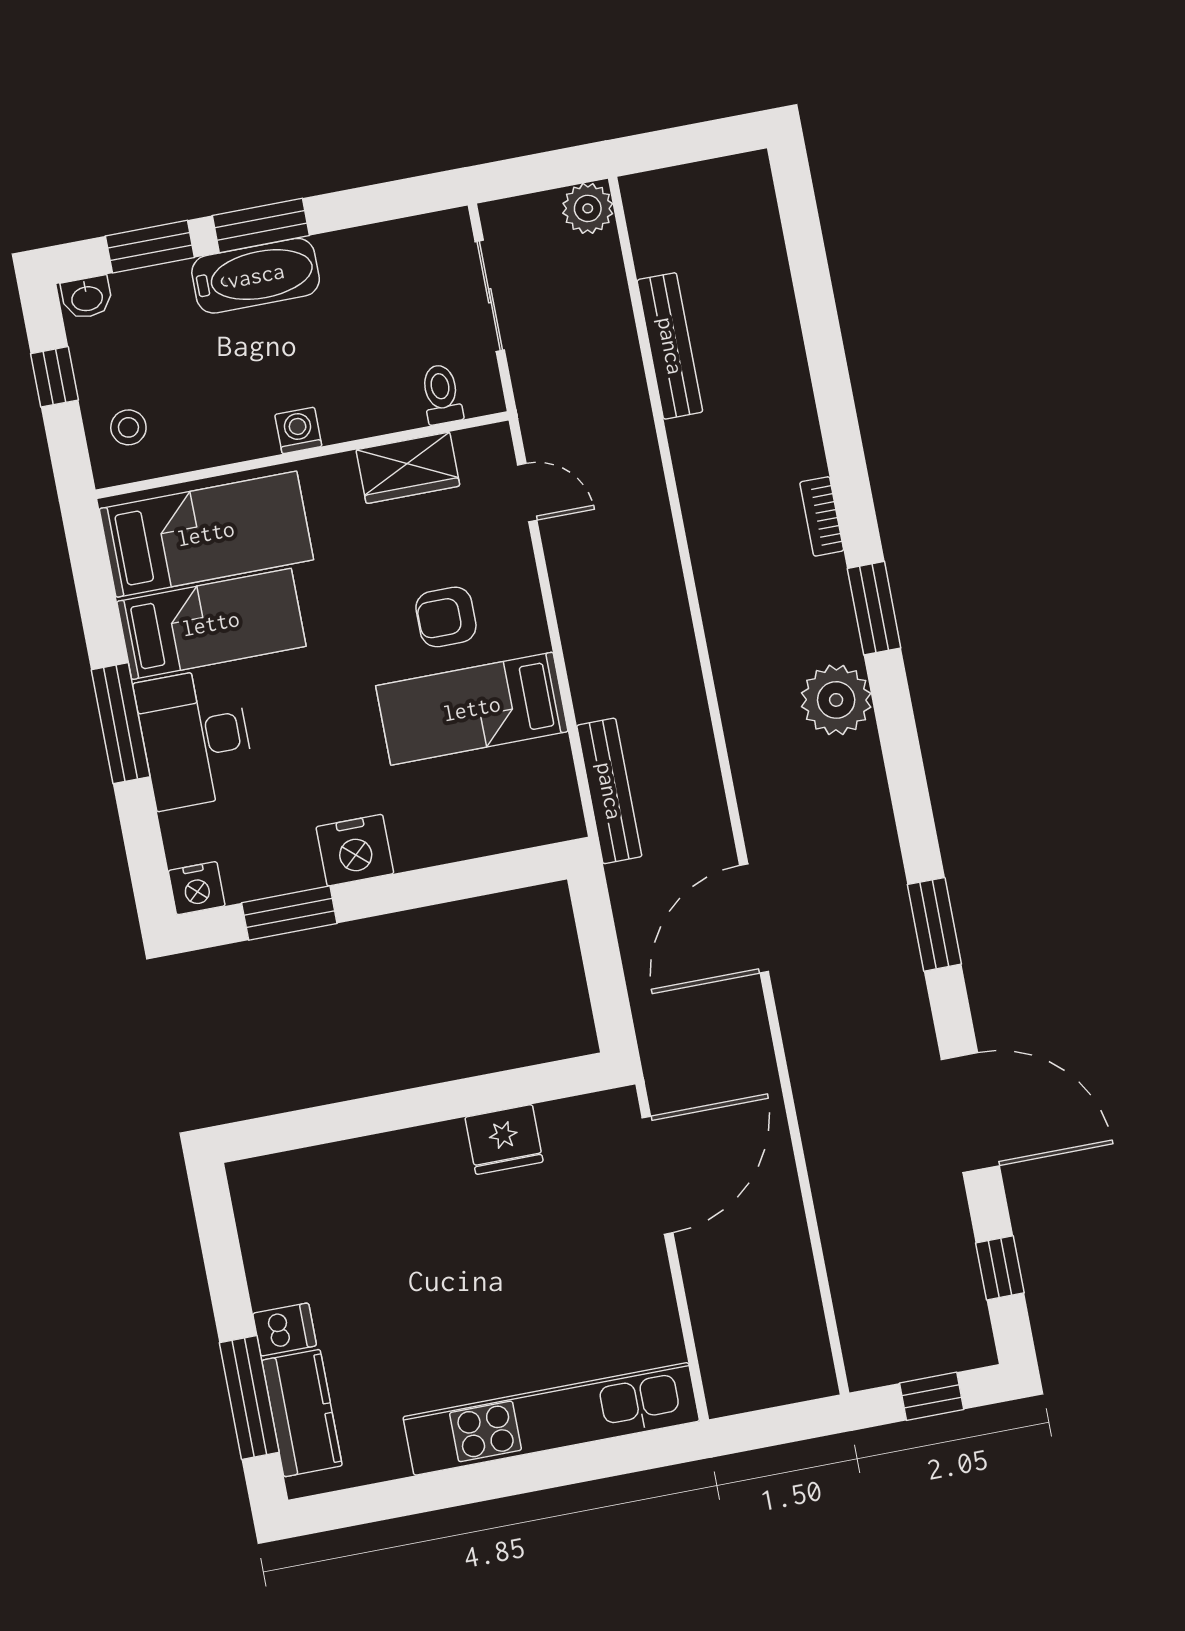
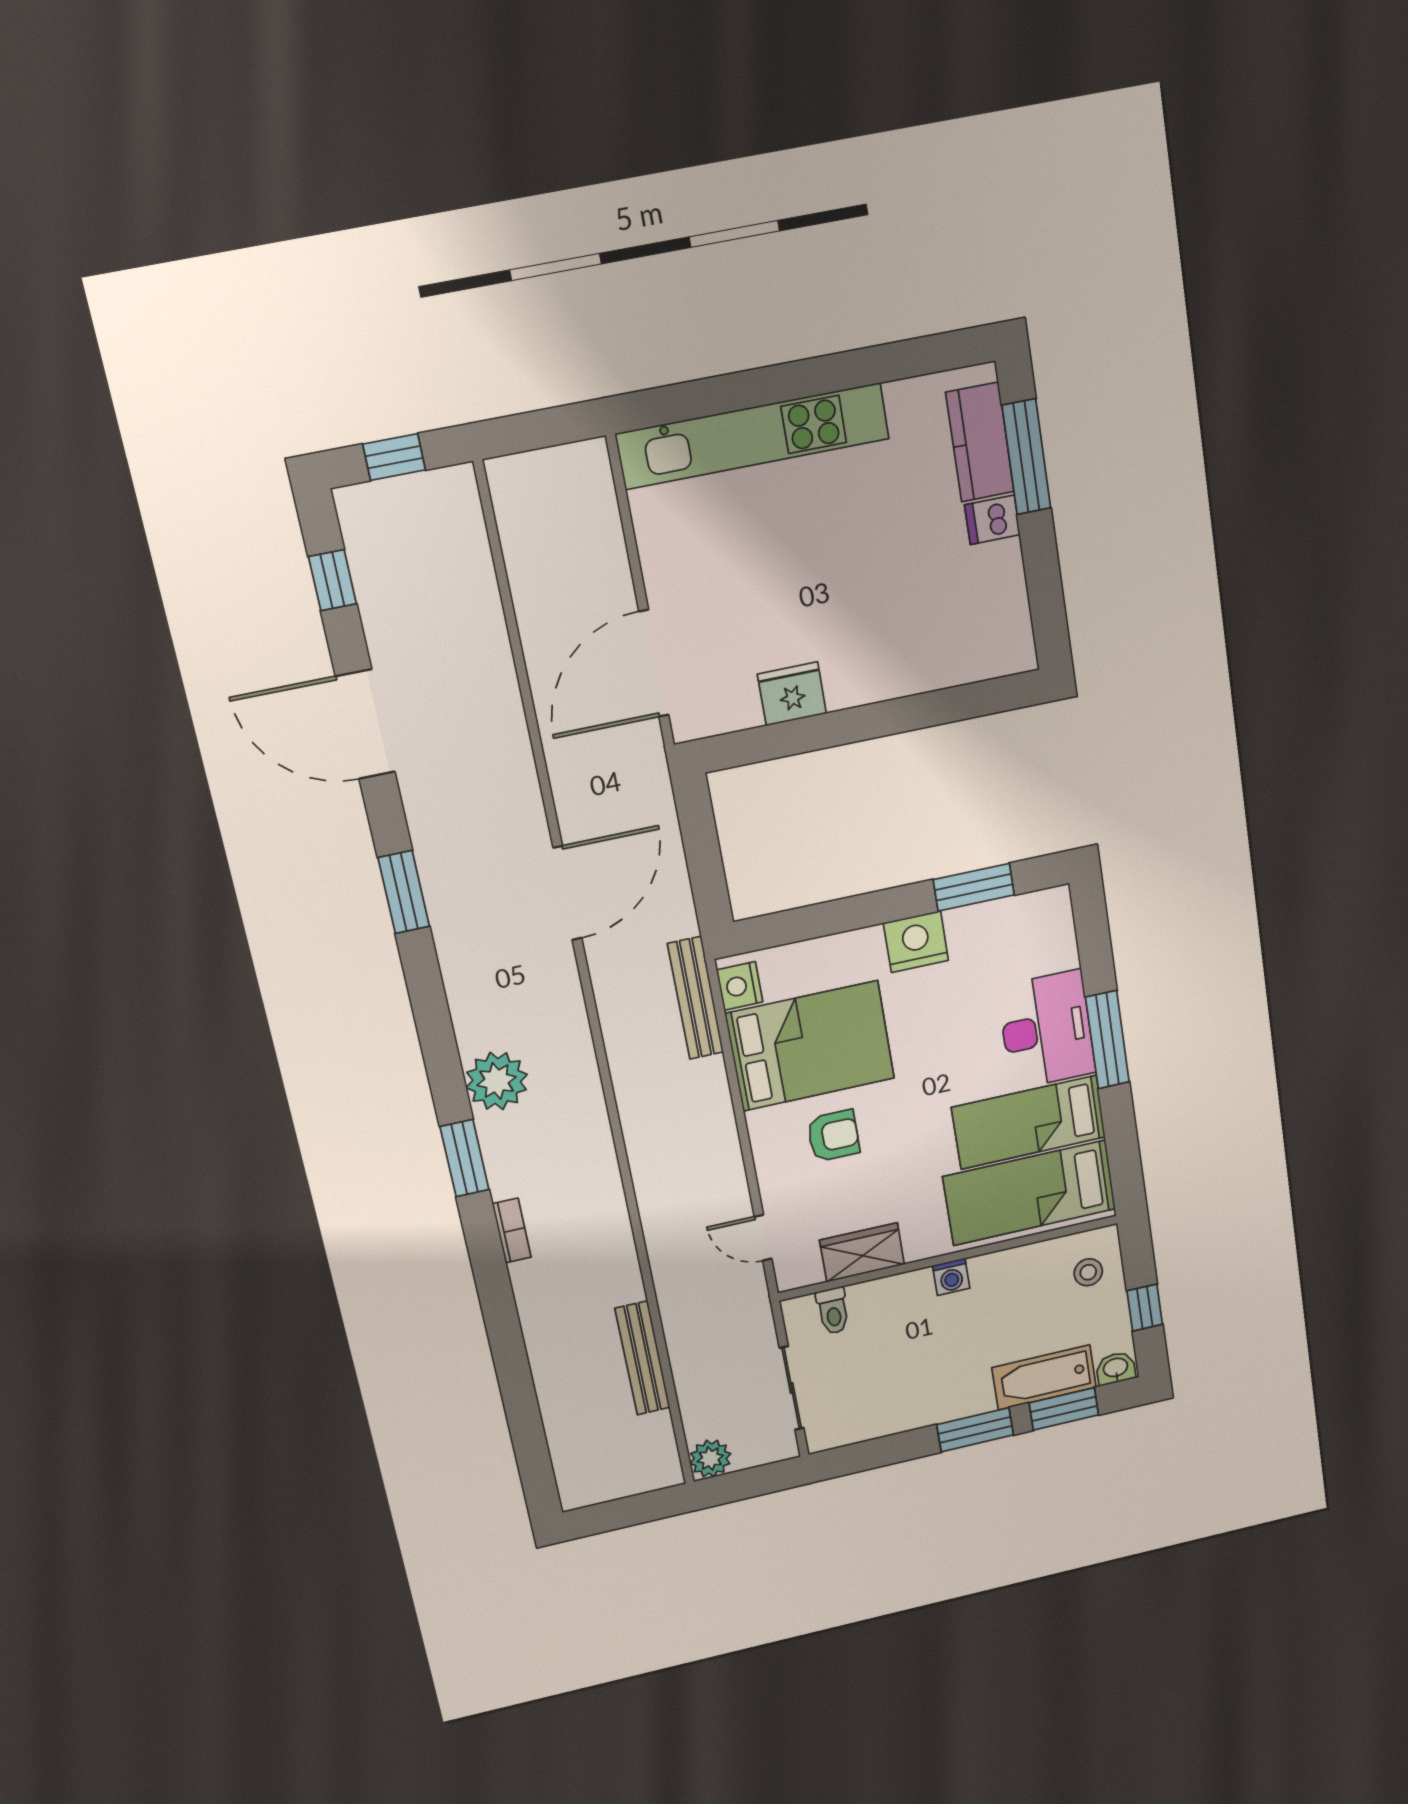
bathtub: (256, 276) -> (1044, 1377), moved
bed: (472, 709) -> (810, 1046), width x1.50
nightstand: (197, 888) -> (740, 986), moved, turned -90

